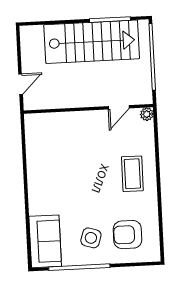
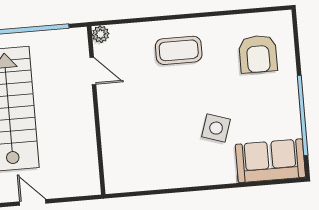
door: (21, 84) -> (33, 202), moved
side table: (91, 238) -> (216, 128), moved

